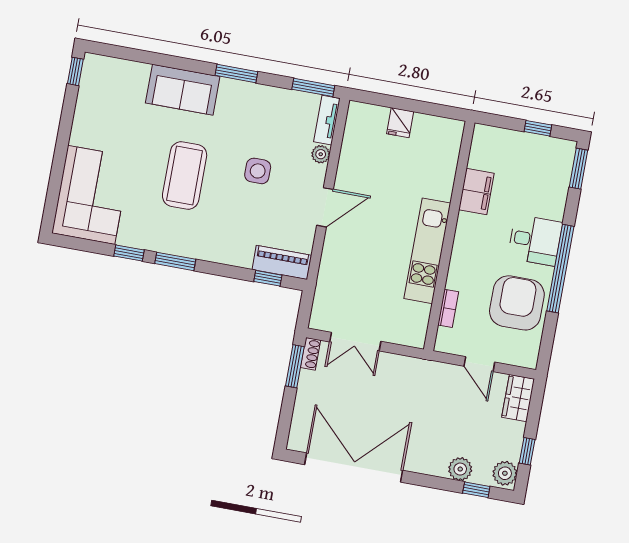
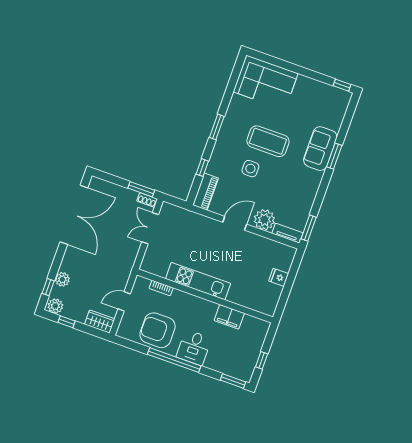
window: (236, 73) -> (334, 156), moved
plant: (321, 154) -> (264, 220), width x1.88, depth x1.88
side table: (258, 171) -> (250, 169), moved
door: (325, 207) -> (235, 223), swing flipped
window: (129, 253) -> (226, 100), removed
window: (268, 278) -> (202, 168), moved
armchair: (517, 303) -> (158, 330), turned 180

